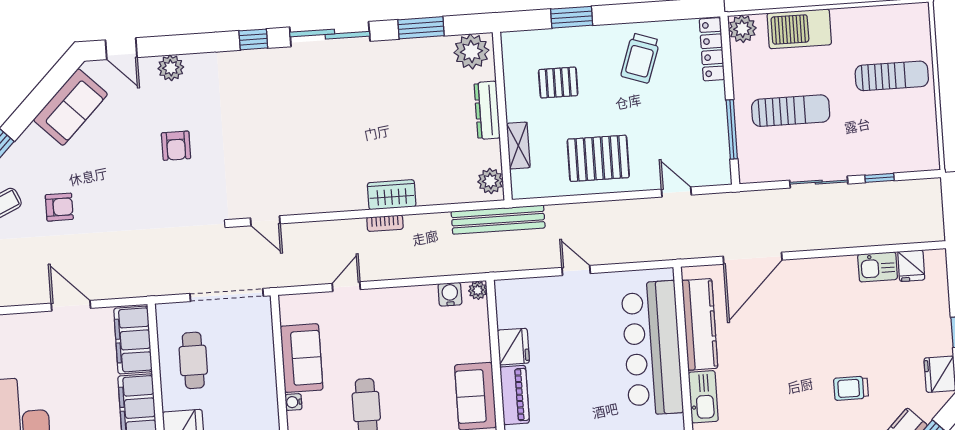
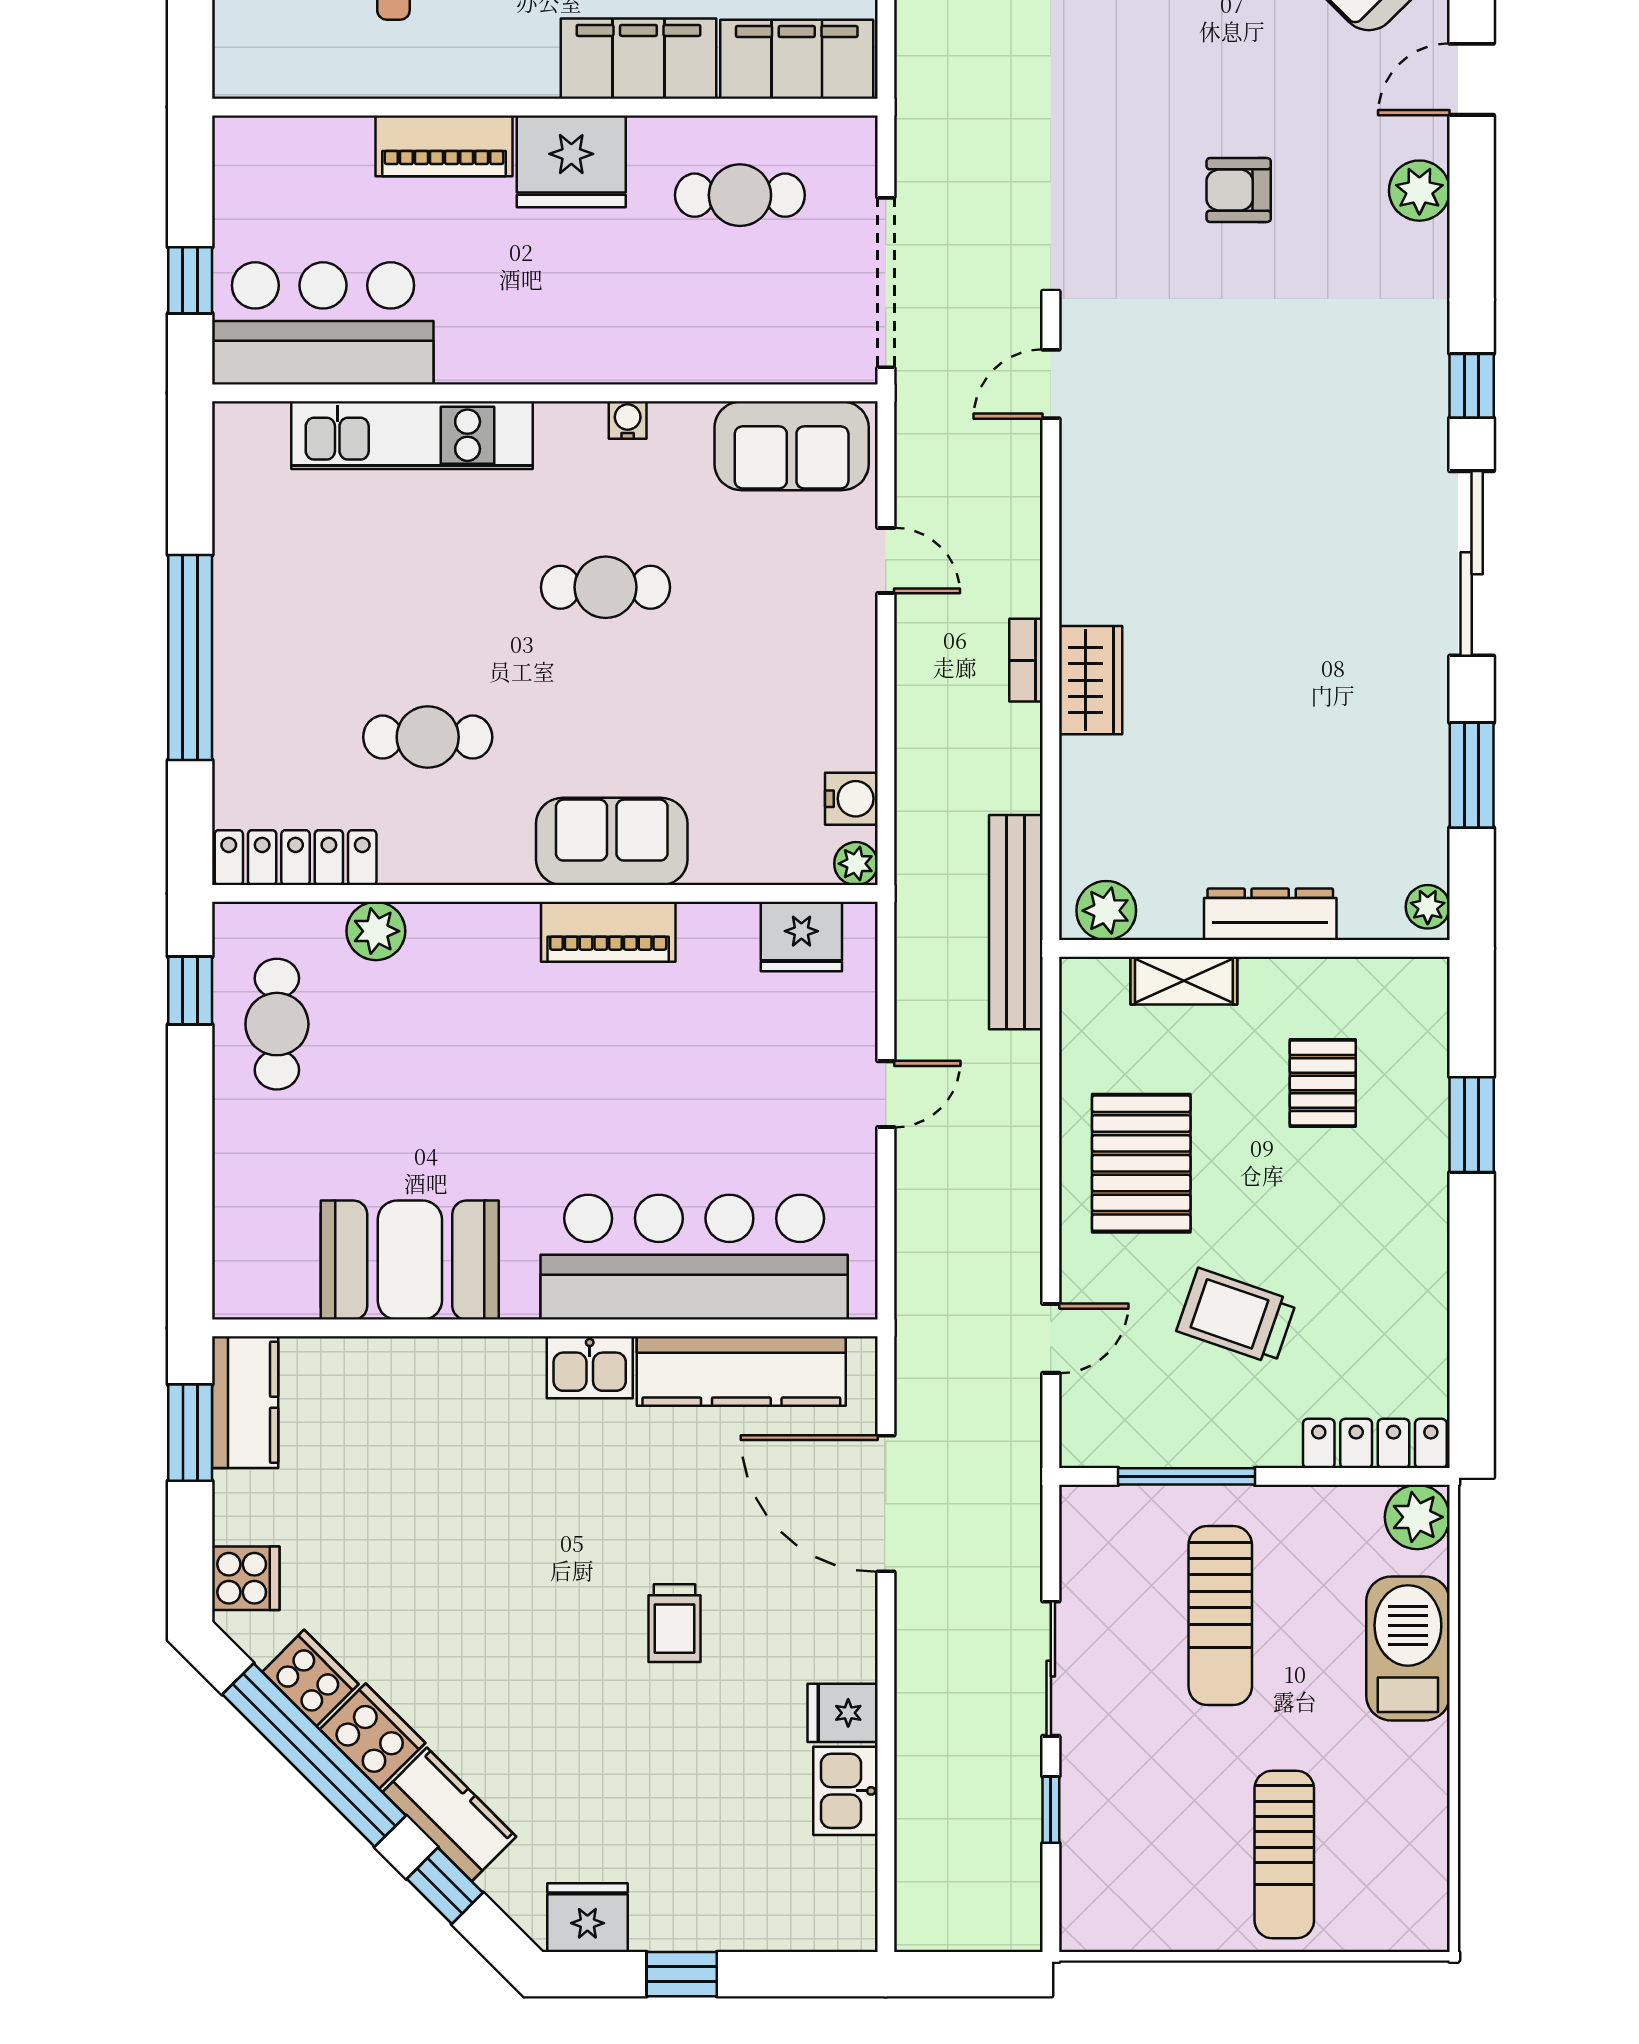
plant: (471, 51) -> (1428, 907), width x0.53, depth x0.53
trolley: (640, 58) -> (1236, 1316), moved
fridge: (911, 266) -> (843, 1713), moved
fridge: (513, 347) -> (801, 937), moved
sofa: (302, 358) -> (792, 446), moved
trolley: (851, 388) -> (675, 1623), moved, turned 180
kitchen sink: (703, 397) -> (590, 1367), width x0.73

